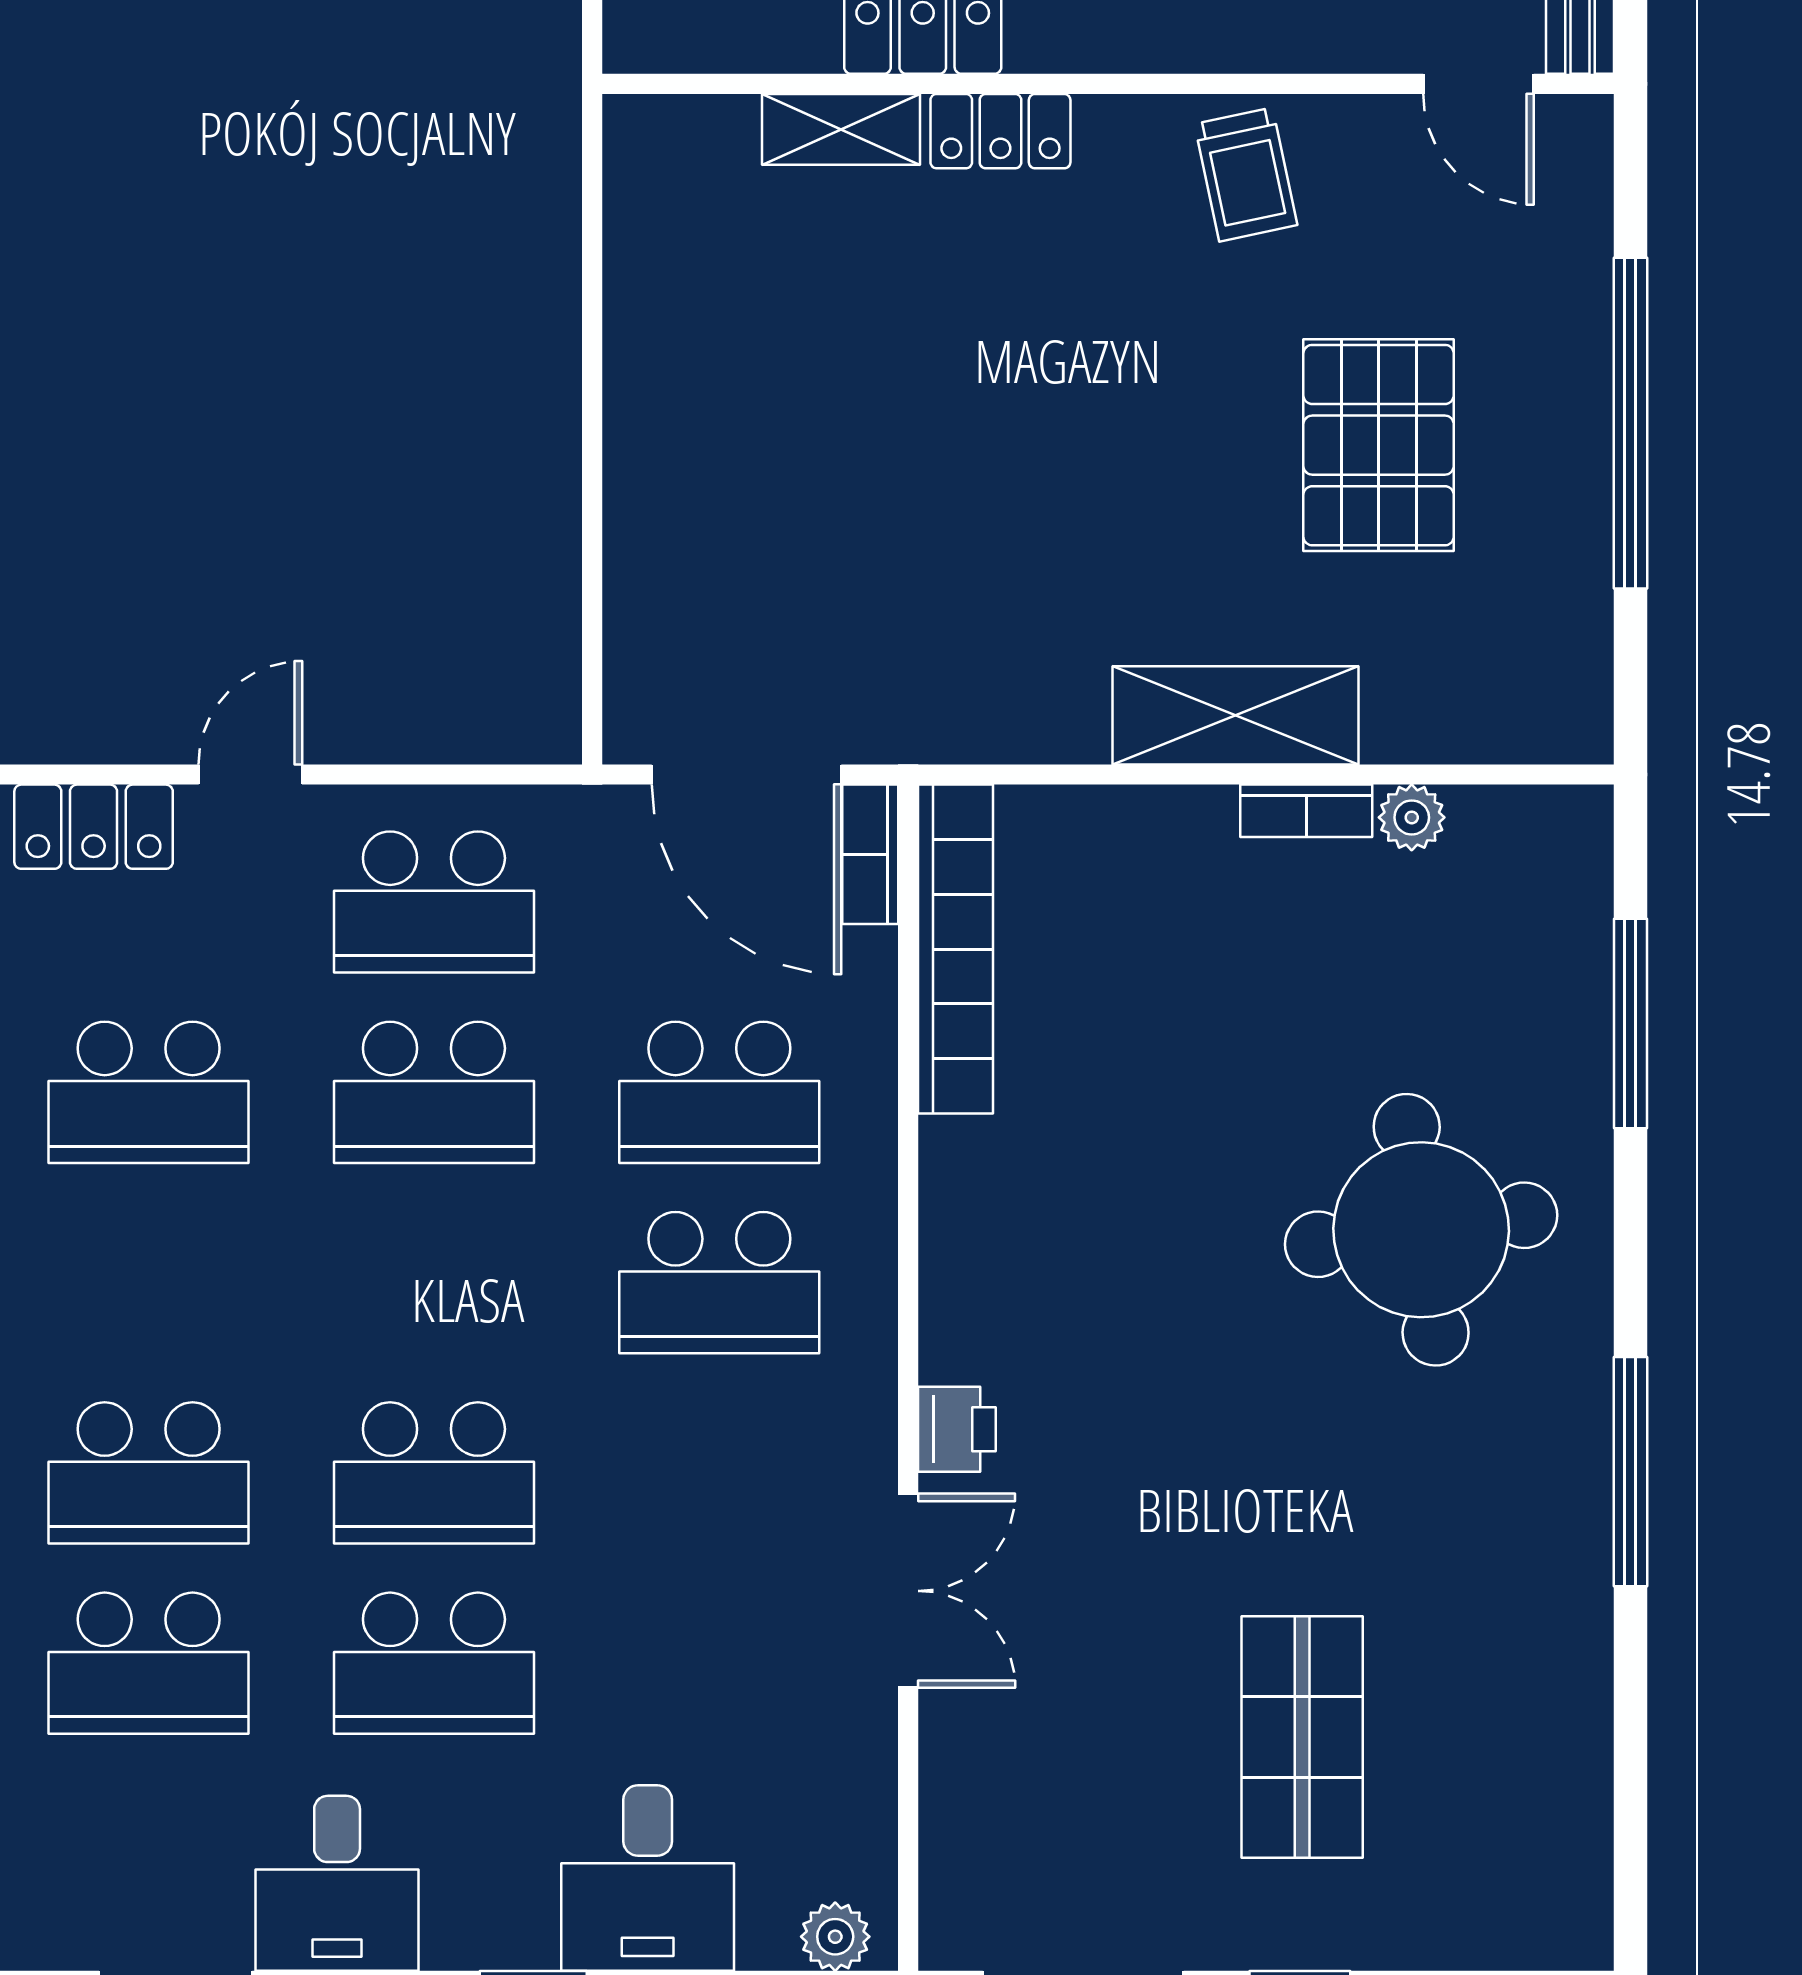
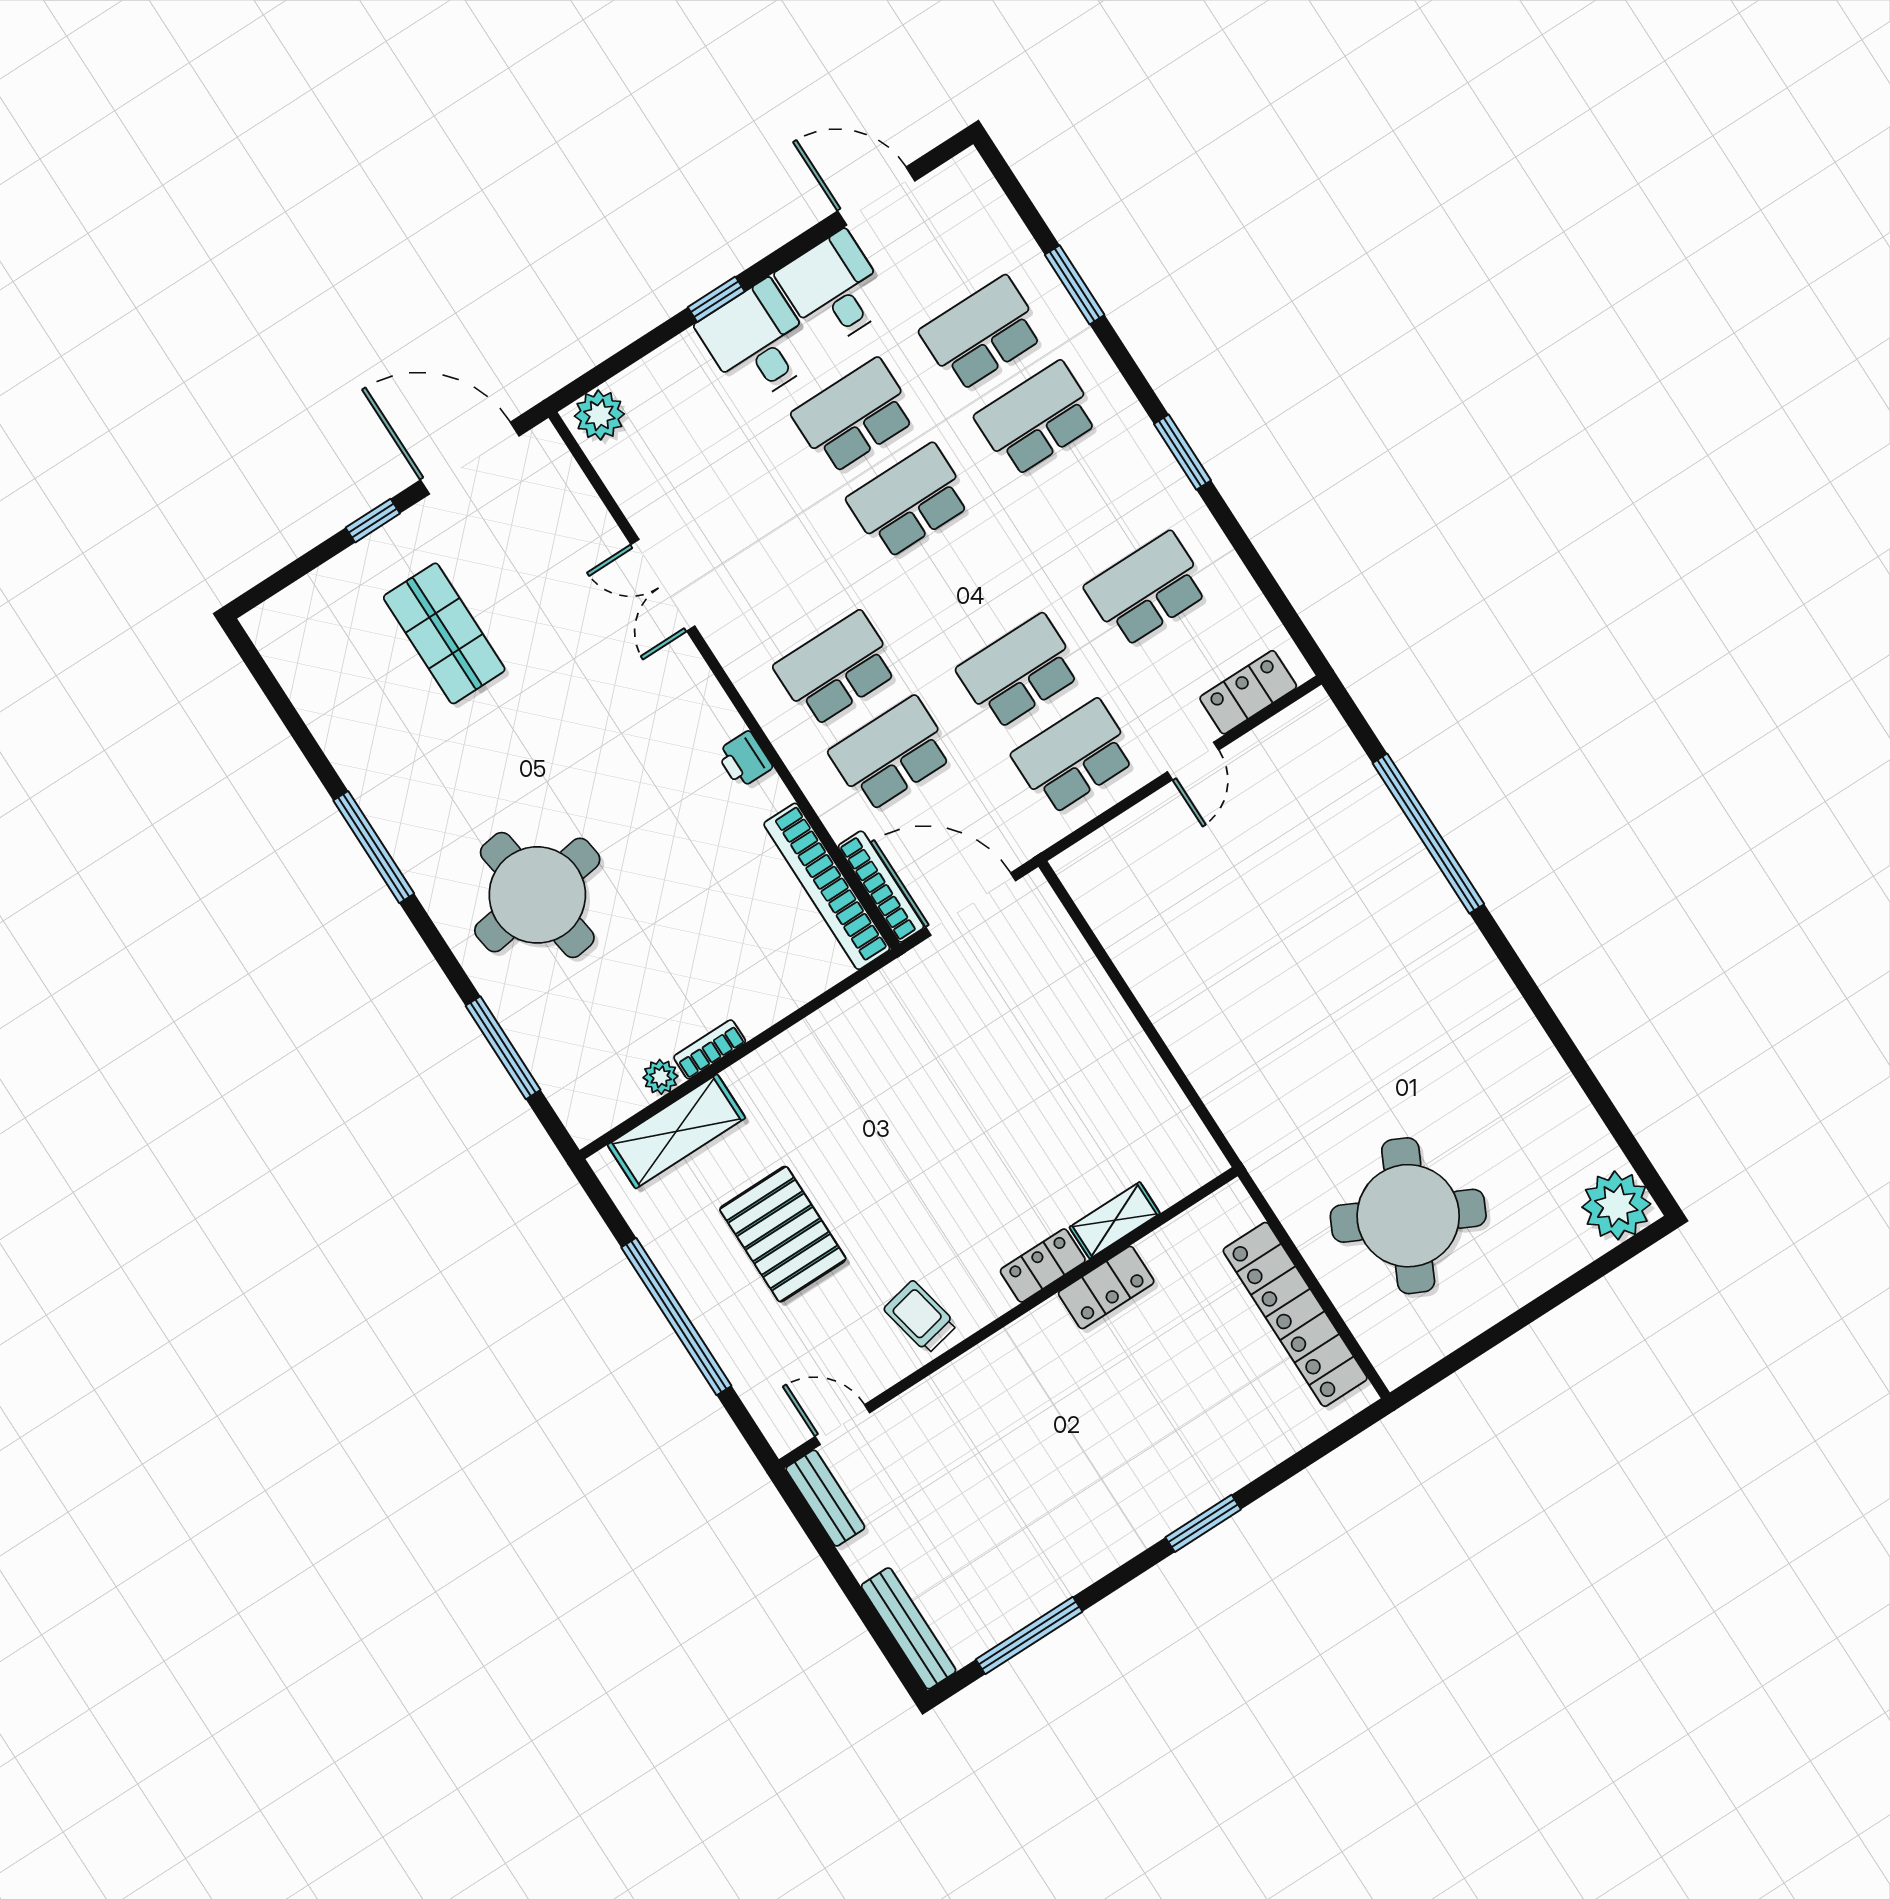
shelving: (1236, 715) -> (676, 1131), moved
bookcase: (870, 854) -> (881, 887), width x1.56
printer: (957, 1429) -> (744, 760), moved
desk: (648, 1878) -> (758, 342), moved
plant: (835, 1937) -> (599, 415), width x1.38, depth x1.38

